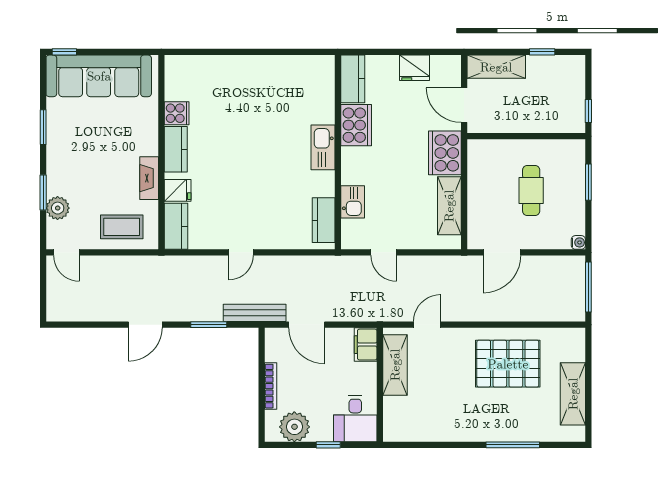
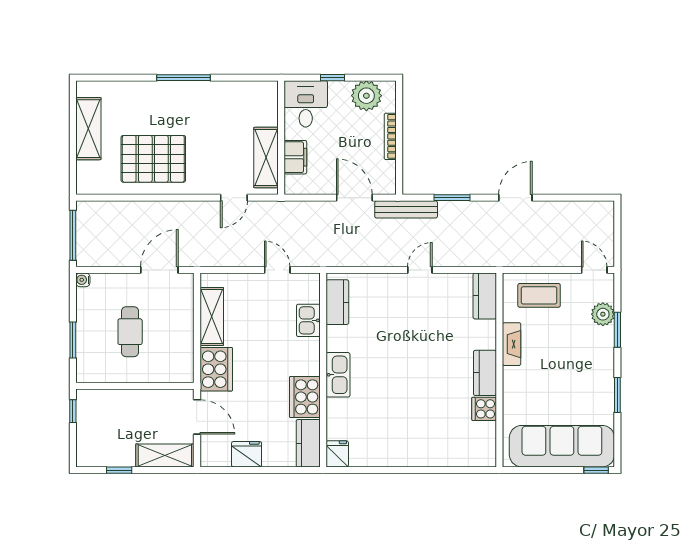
fridge: (178, 190) -> (337, 454), moved, turned 90
filing cabinet: (366, 345) -> (295, 157), moved
window: (513, 445) -> (183, 78), moved

